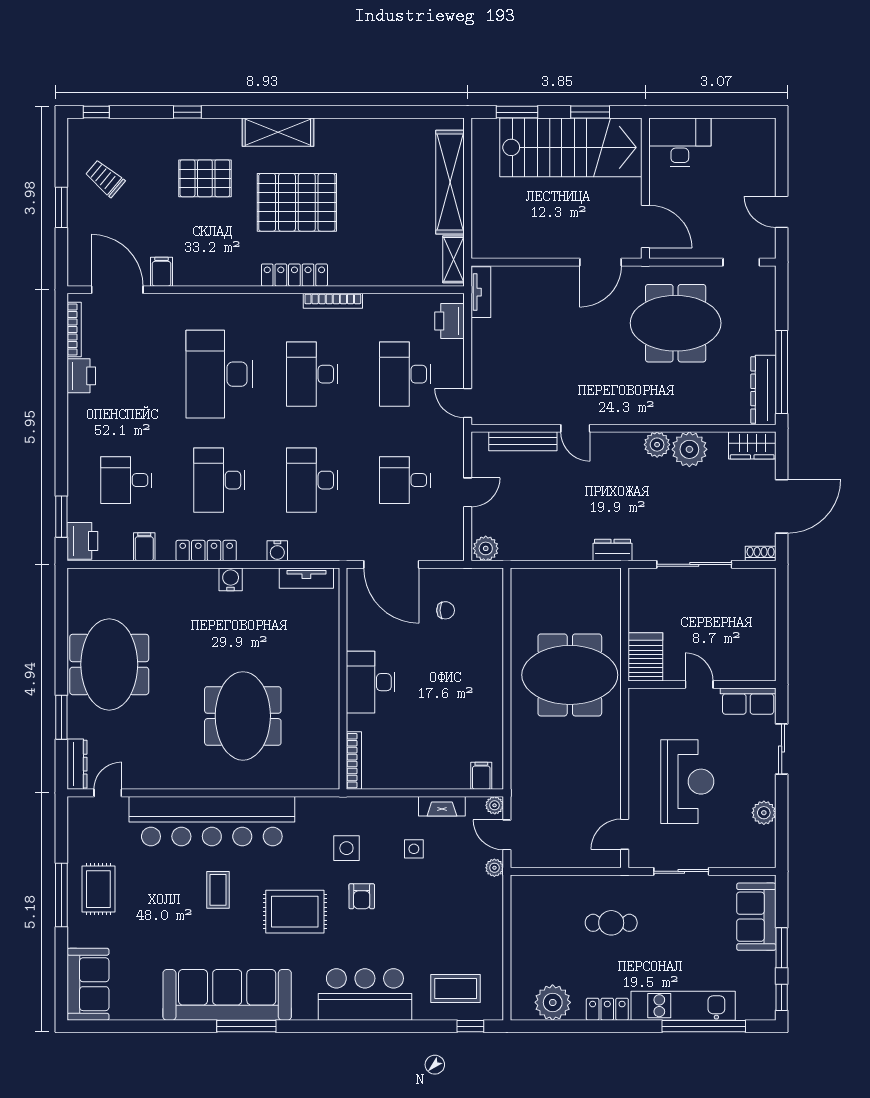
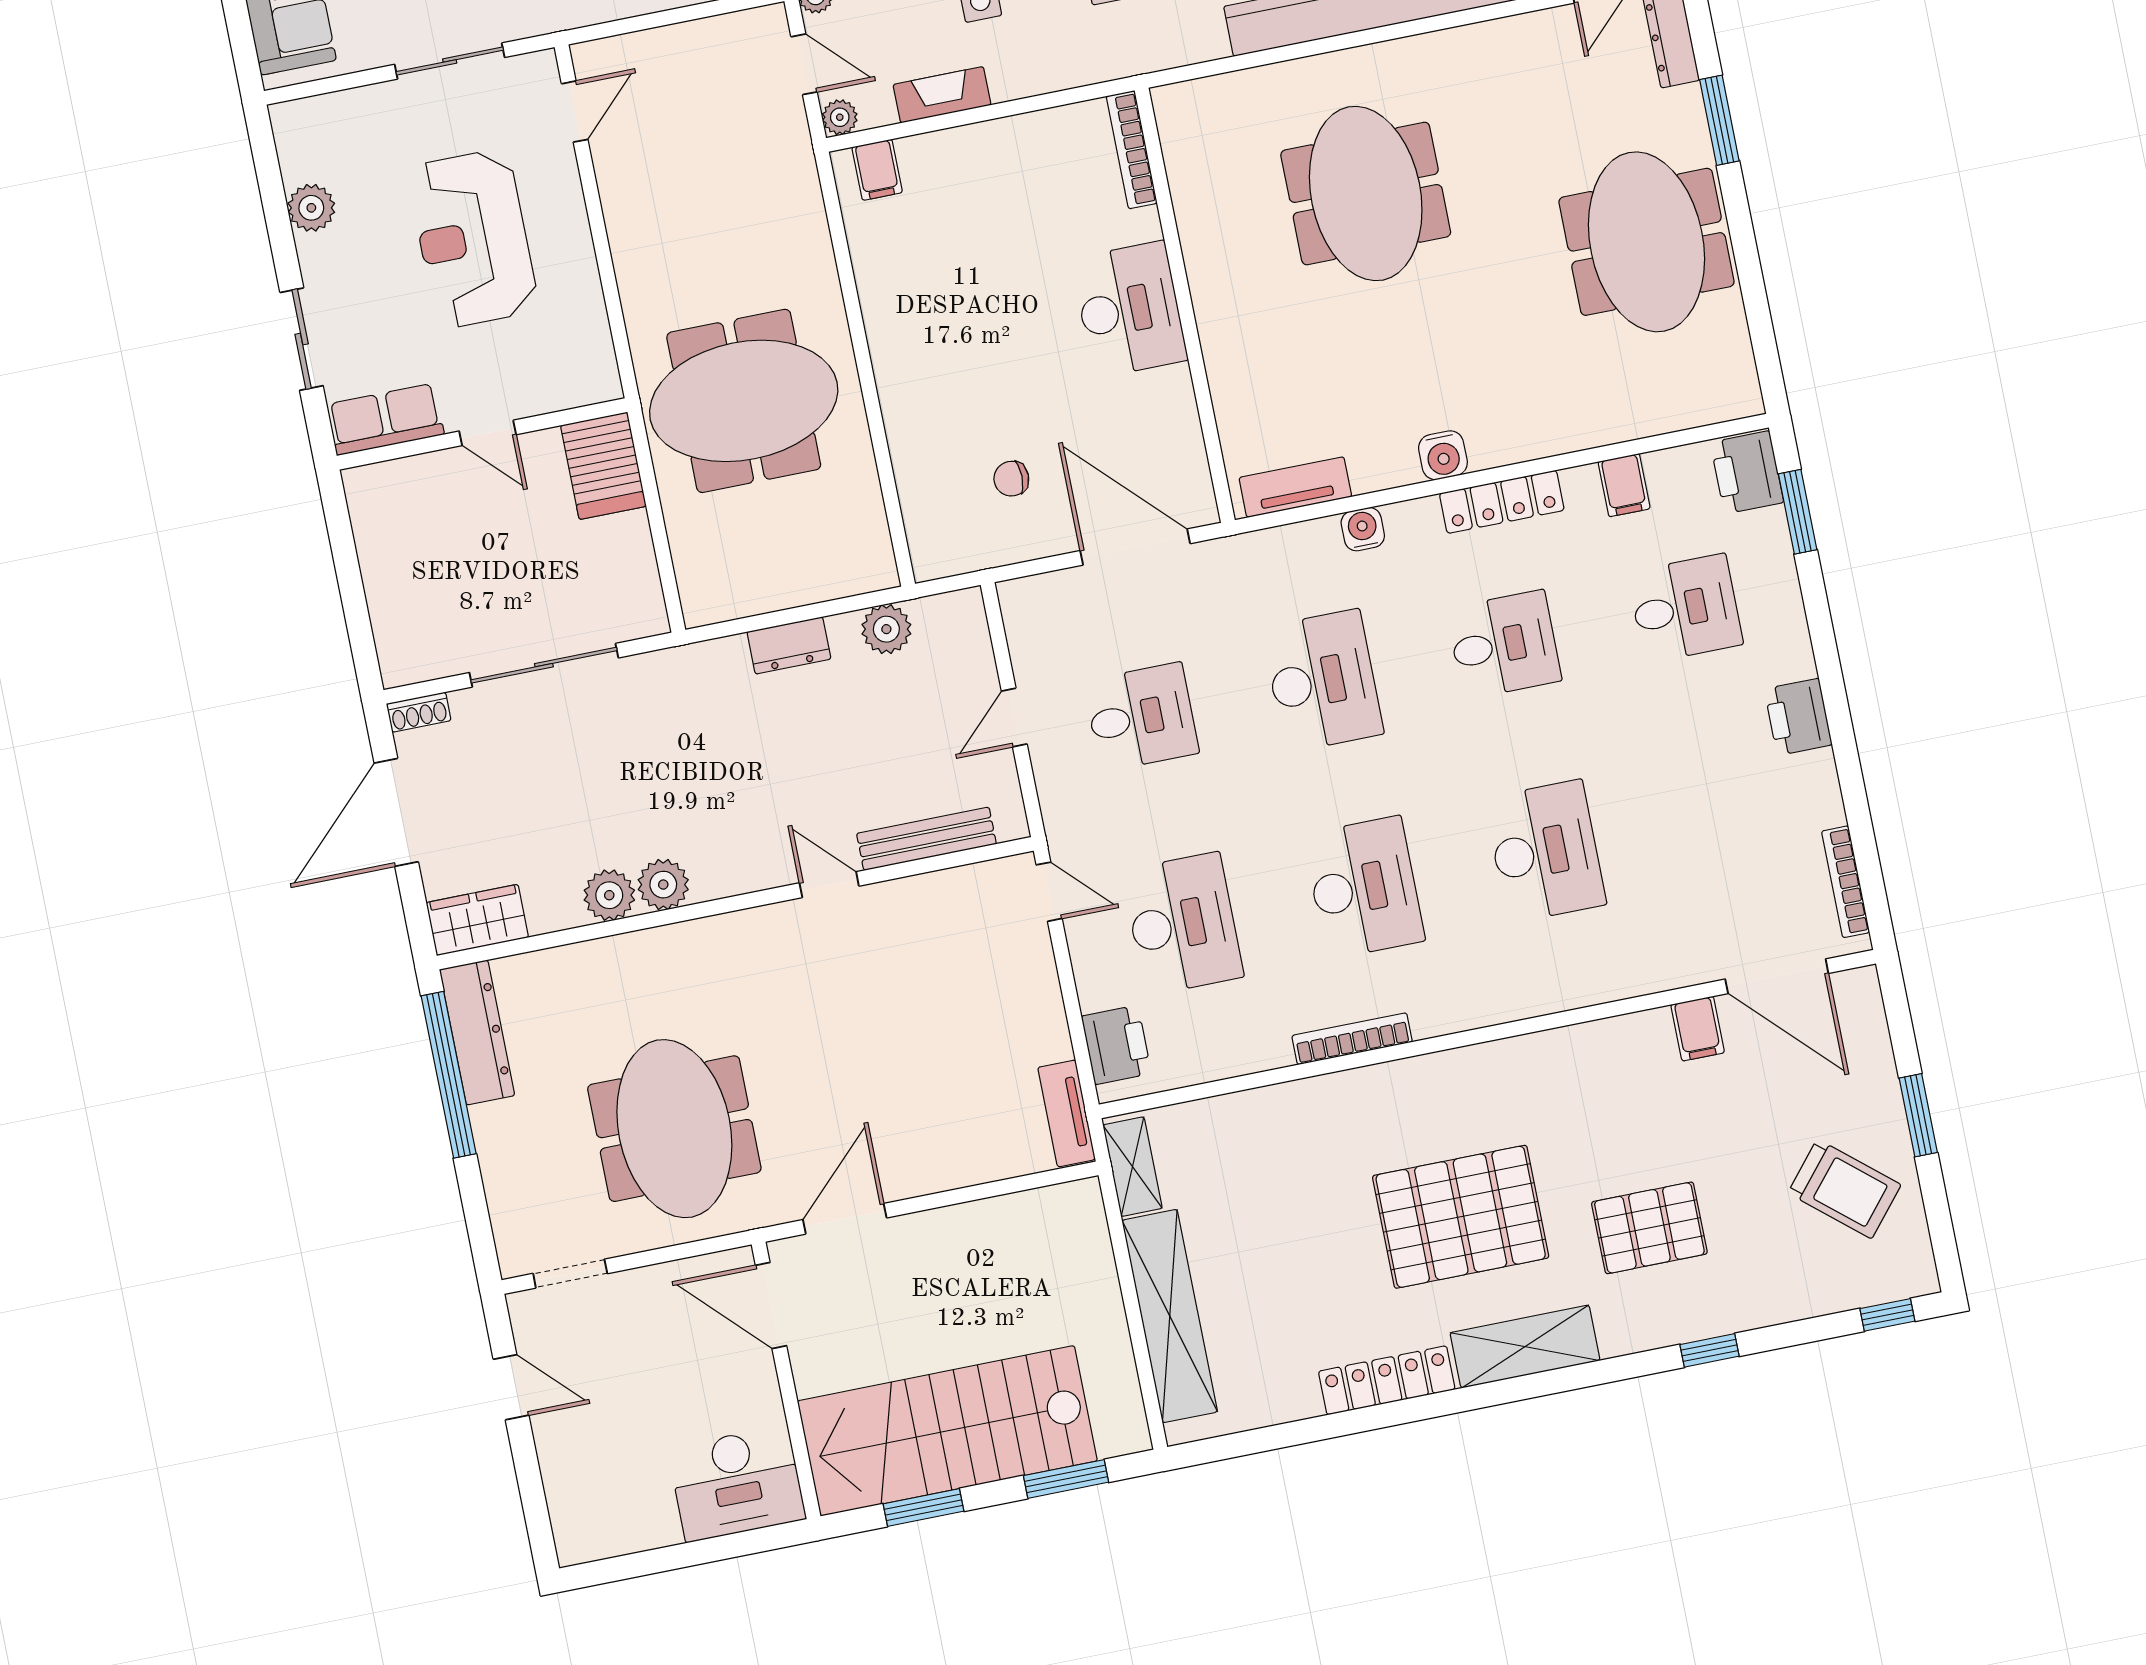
trolley: (105, 178) -> (1844, 1189), width x1.36, depth x1.39
locker: (294, 275) -> (1387, 1380), moved, turned 180
meeting table: (676, 323) -> (674, 1129), turned 90
desk: (219, 374) -> (1545, 851), width x0.73, depth x0.77
printer: (81, 376) -> (1798, 717), moved
plant: (689, 449) -> (609, 895), width x0.73, depth x0.73
desk: (219, 480) -> (1504, 645), width x0.73
plant: (486, 548) -> (886, 629), moved
dresser: (612, 550) -> (789, 645), moved

